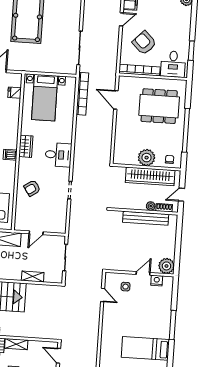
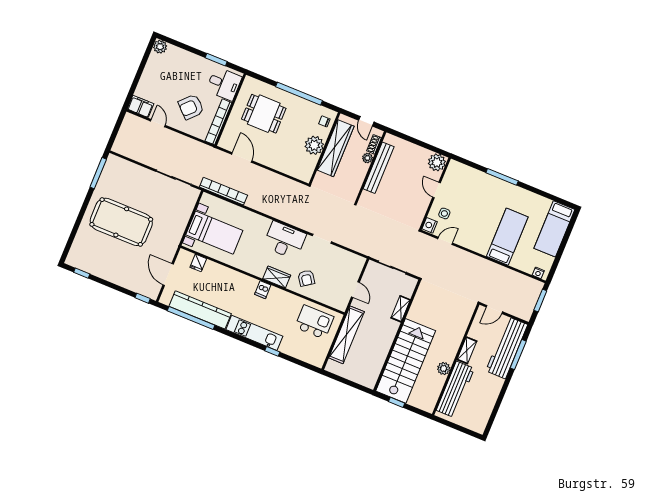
door: (116, 100) -> (242, 158), swing flipped
dining table: (159, 106) -> (264, 114), width x0.73
wardrobe: (26, 146) -> (277, 277), moved
desk: (58, 155) -> (285, 240), width x1.37
nightstand: (157, 281) -> (430, 225), moved
bed: (145, 348) -> (507, 237), moved, turned 180

